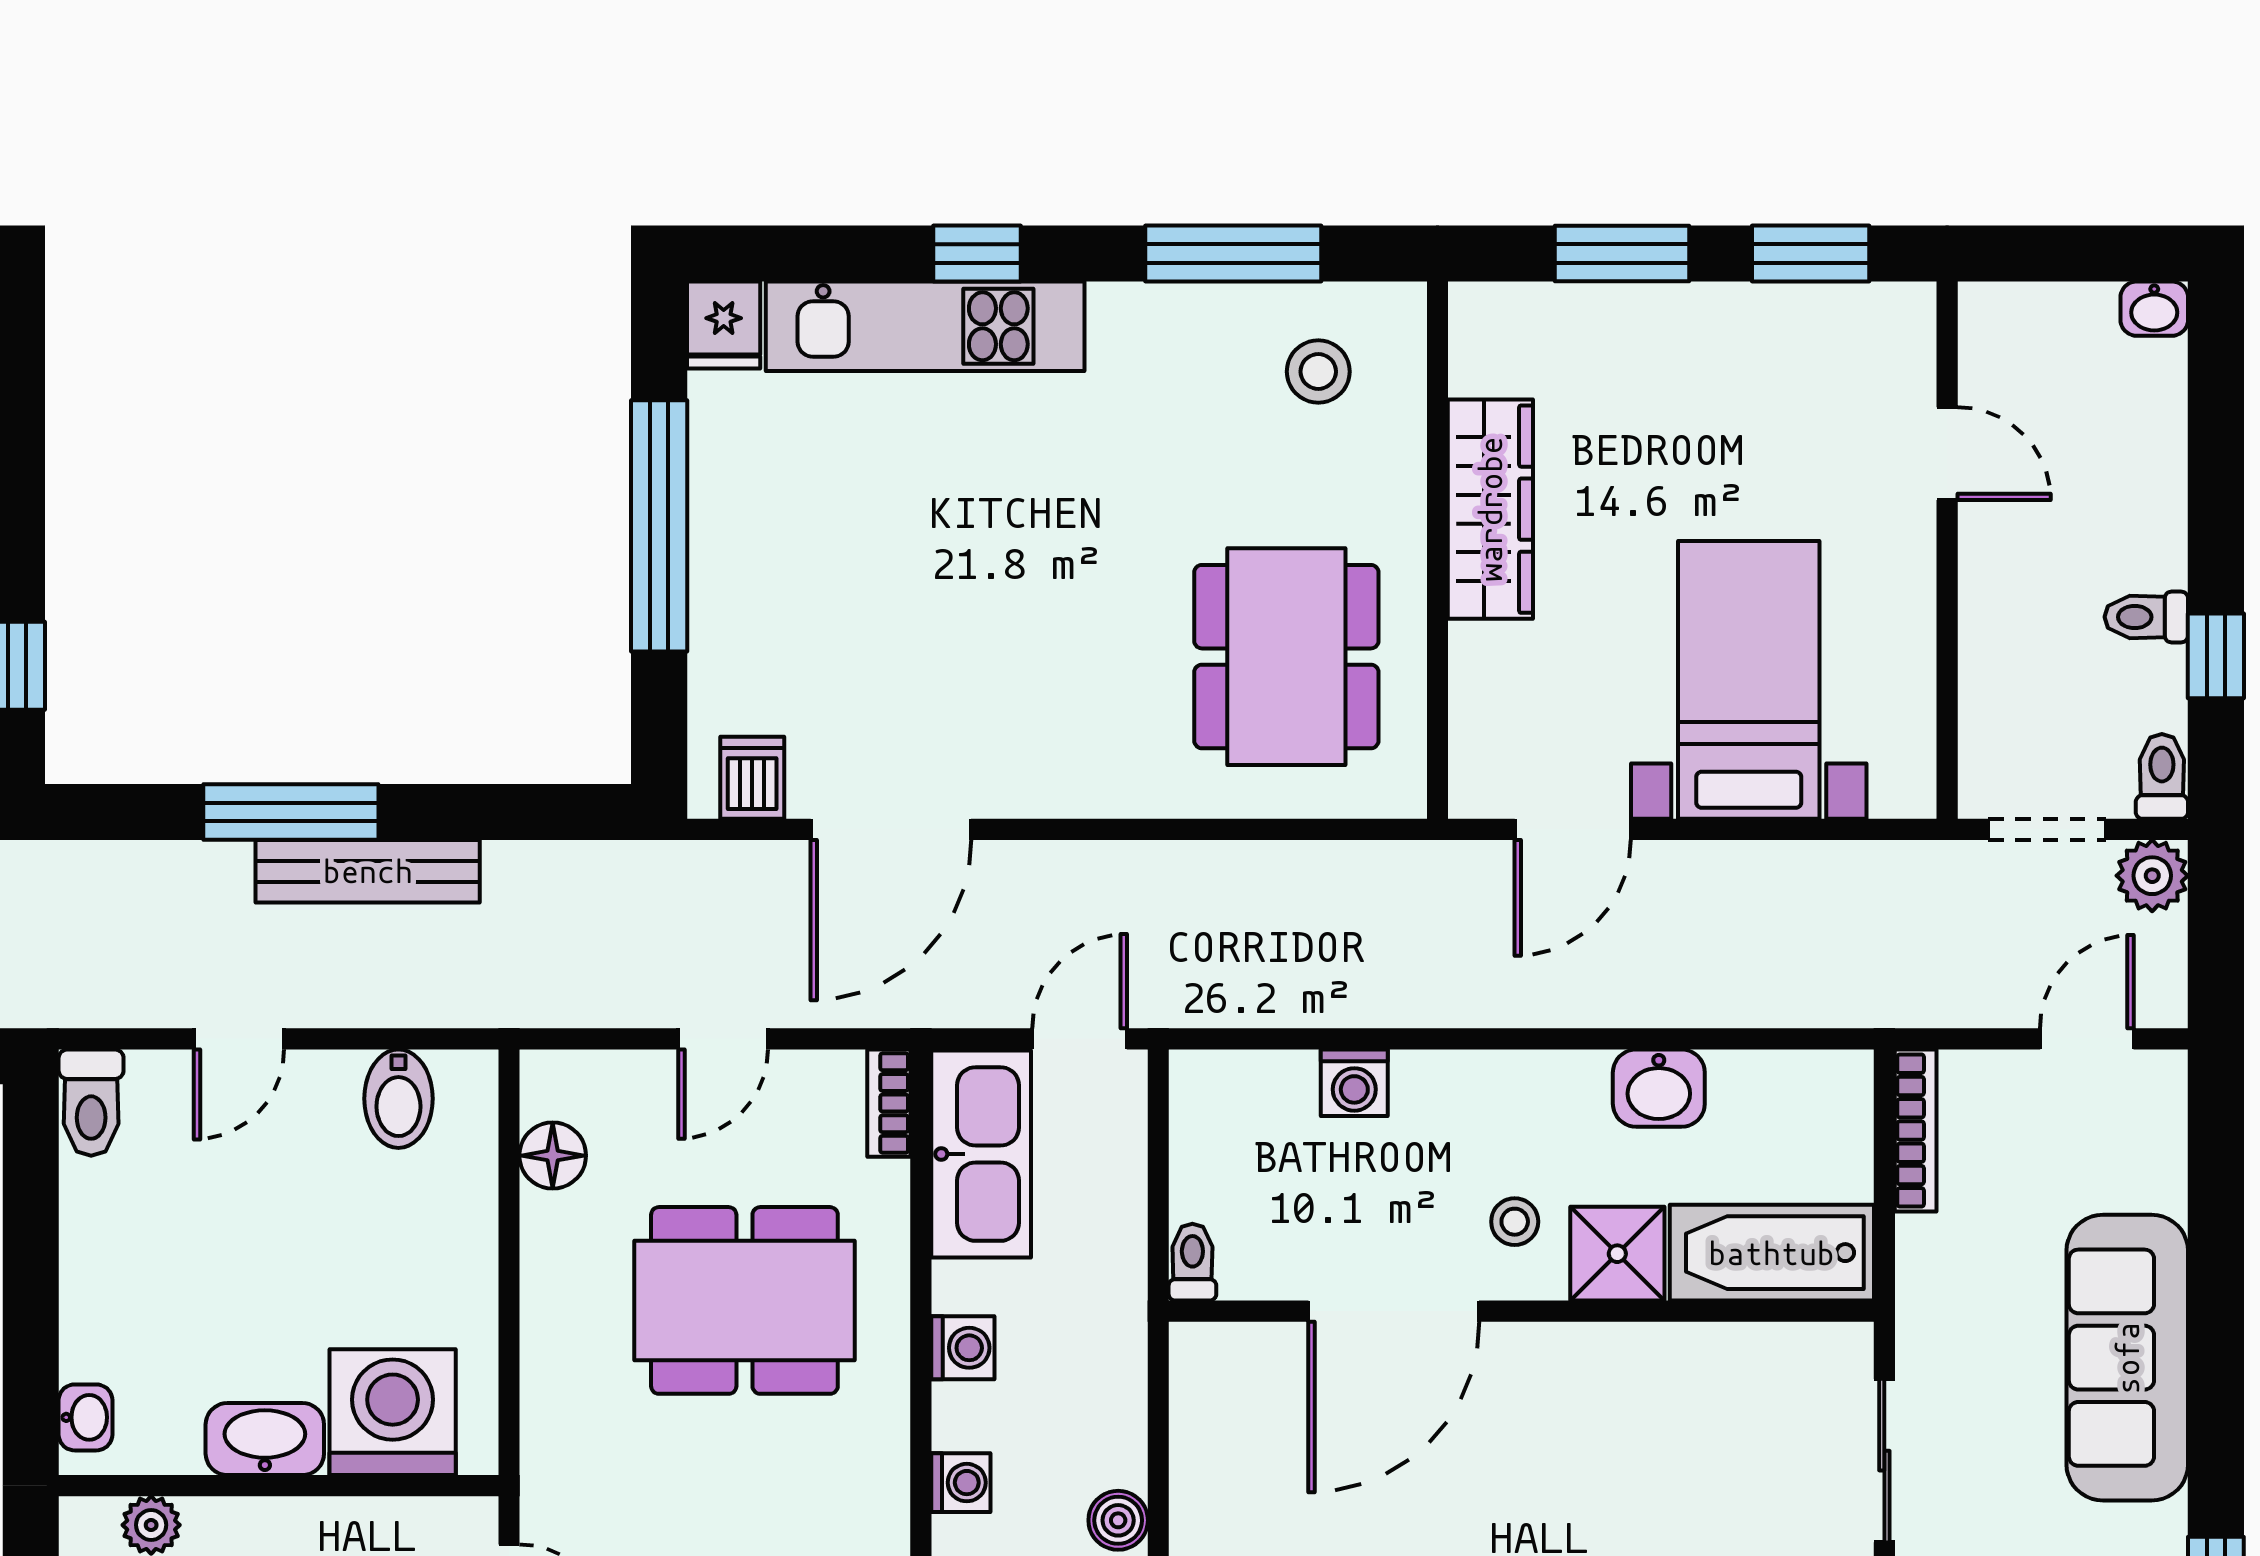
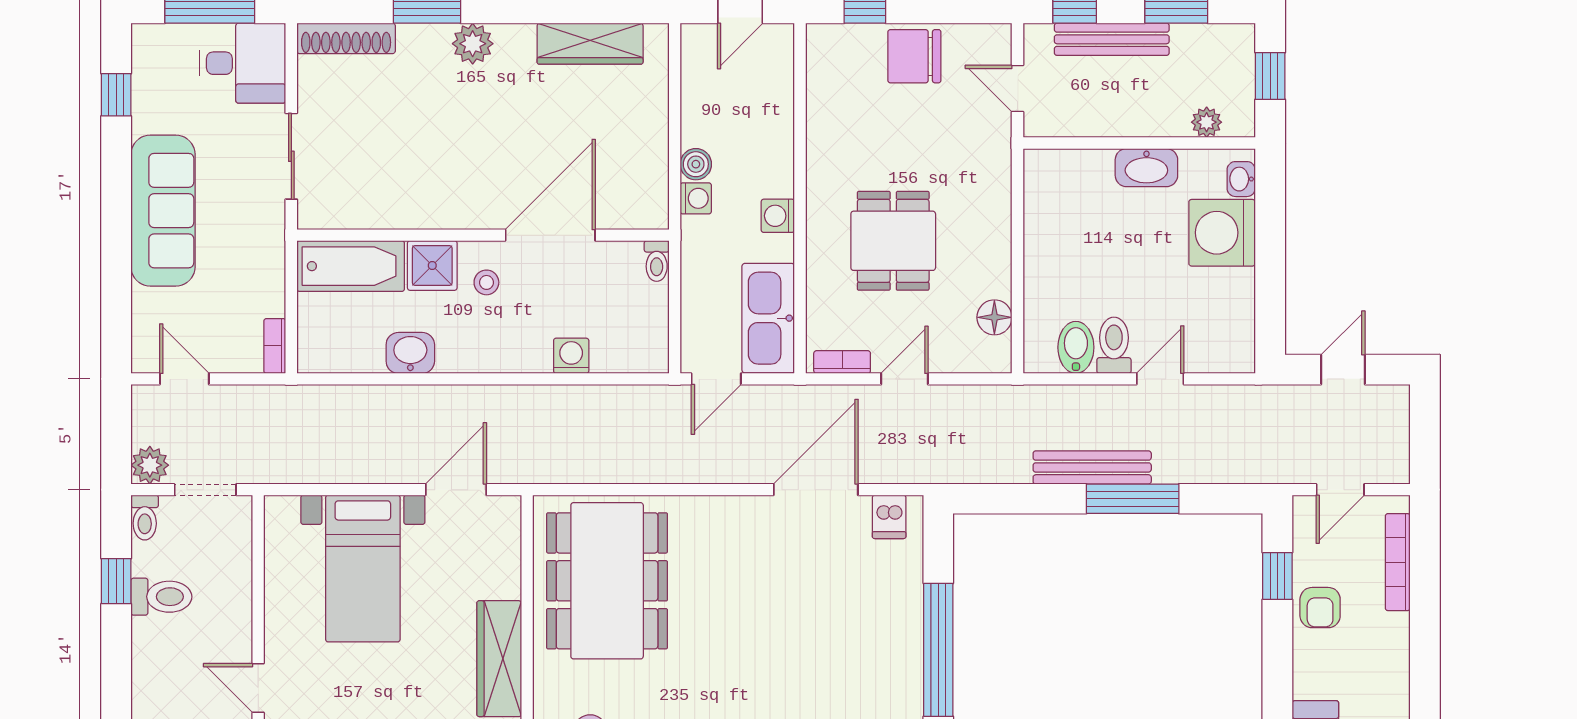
toilet: (2146, 617) -> (161, 597), width x1.37, depth x1.39
dining table: (1286, 657) -> (607, 581), width x1.36, depth x1.24
door: (2087, 1039) -> (184, 379), swing flipped
toilet: (91, 1103) -> (1114, 345), moved
bookcase: (889, 1103) -> (842, 362), moved, turned -90
bookcase: (1916, 1131) -> (275, 346), width x0.64
dining table: (744, 1300) -> (893, 241), width x0.73
washing machine: (393, 1412) -> (1222, 233), moved, turned 90
washing machine: (961, 1483) -> (696, 198), moved, turned 180
boiler: (1118, 1520) -> (696, 164), moved

